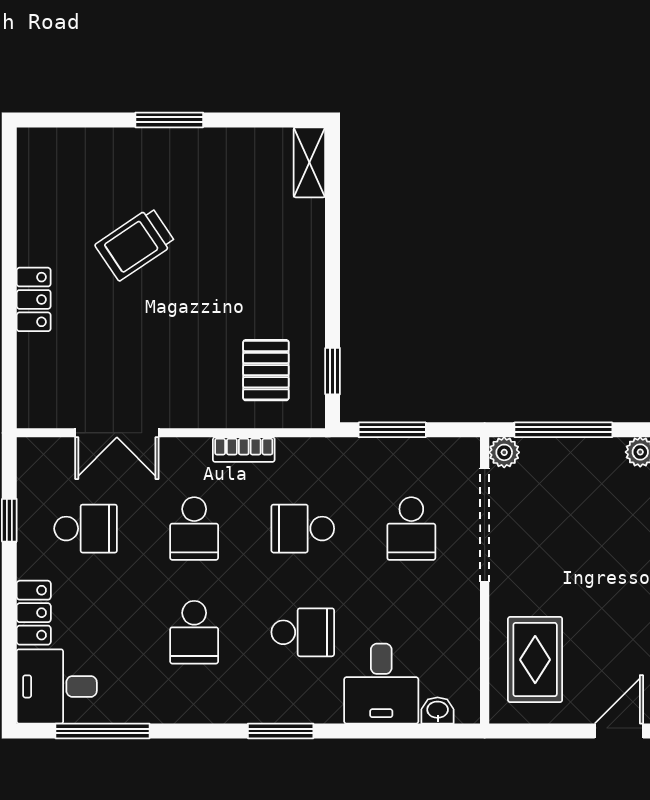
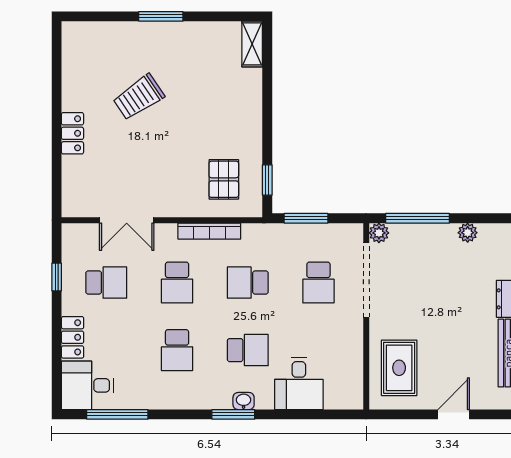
bookcase: (244, 450) -> (209, 231), width x1.56
washbasin: (438, 710) -> (244, 401), moved

